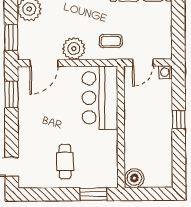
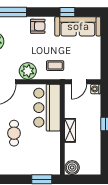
shelving: (131, 128) -> (70, 130), added
cafe table: (65, 162) -> (14, 133), moved

